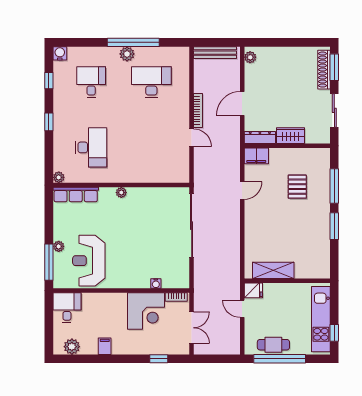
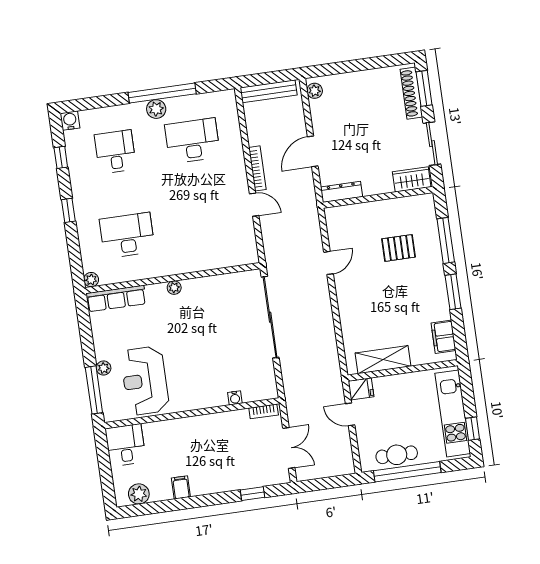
wardrobe: (290, 136) -> (412, 179), moved
desk: (91, 147) -> (127, 235), turned -90
filing cabinet: (256, 156) -> (443, 337), moved, turned 90
pallet: (297, 187) -> (398, 248), turned 90
corner desk: (146, 311) -> (227, 435), removed

